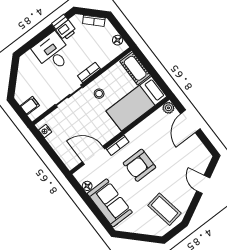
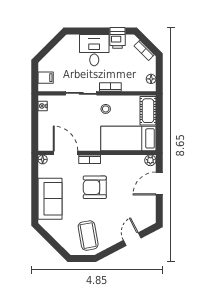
floor lamp: (87, 186) -> (43, 159), moved

